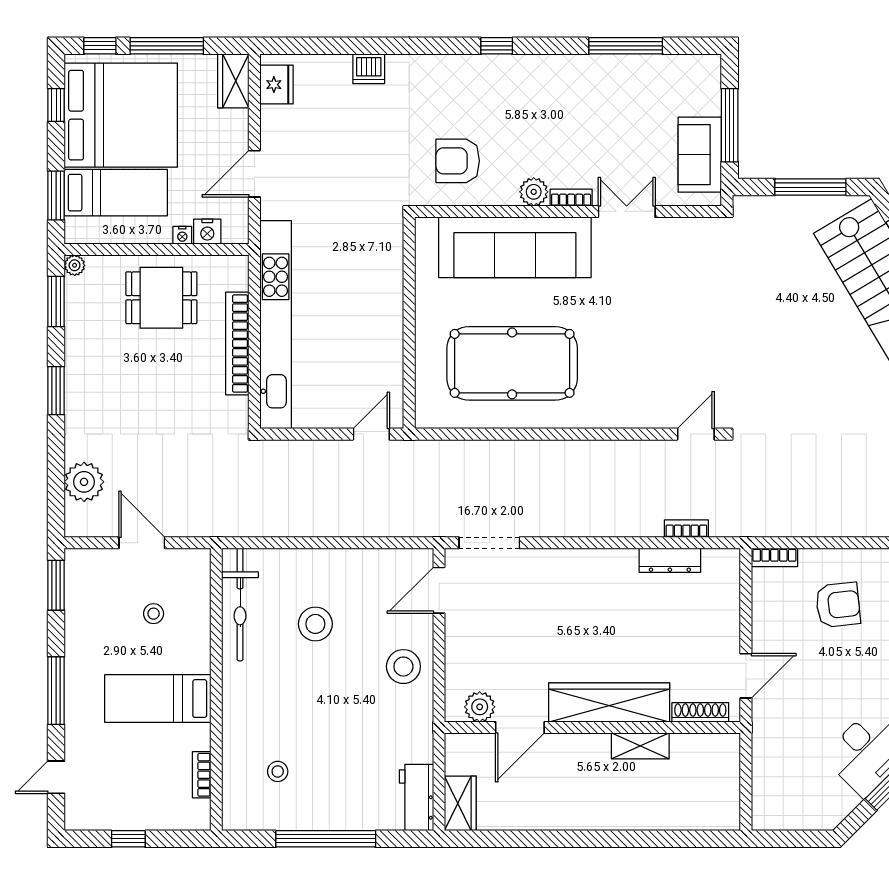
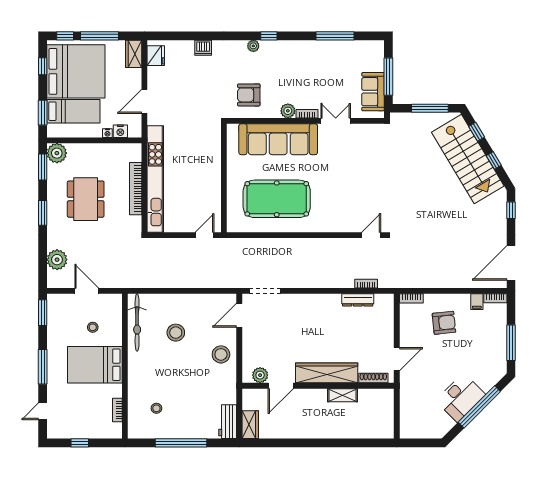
plant: (466, 65) -> (253, 46), added
plant: (75, 265) -> (57, 153), width x1.88, depth x1.88
dining table: (161, 298) -> (86, 199), moved, width x1.38
bed: (158, 699) -> (95, 365), width x1.50

